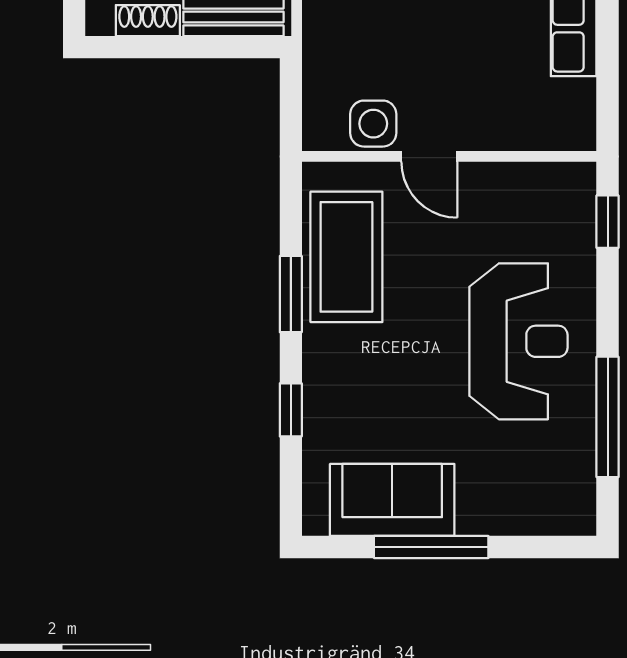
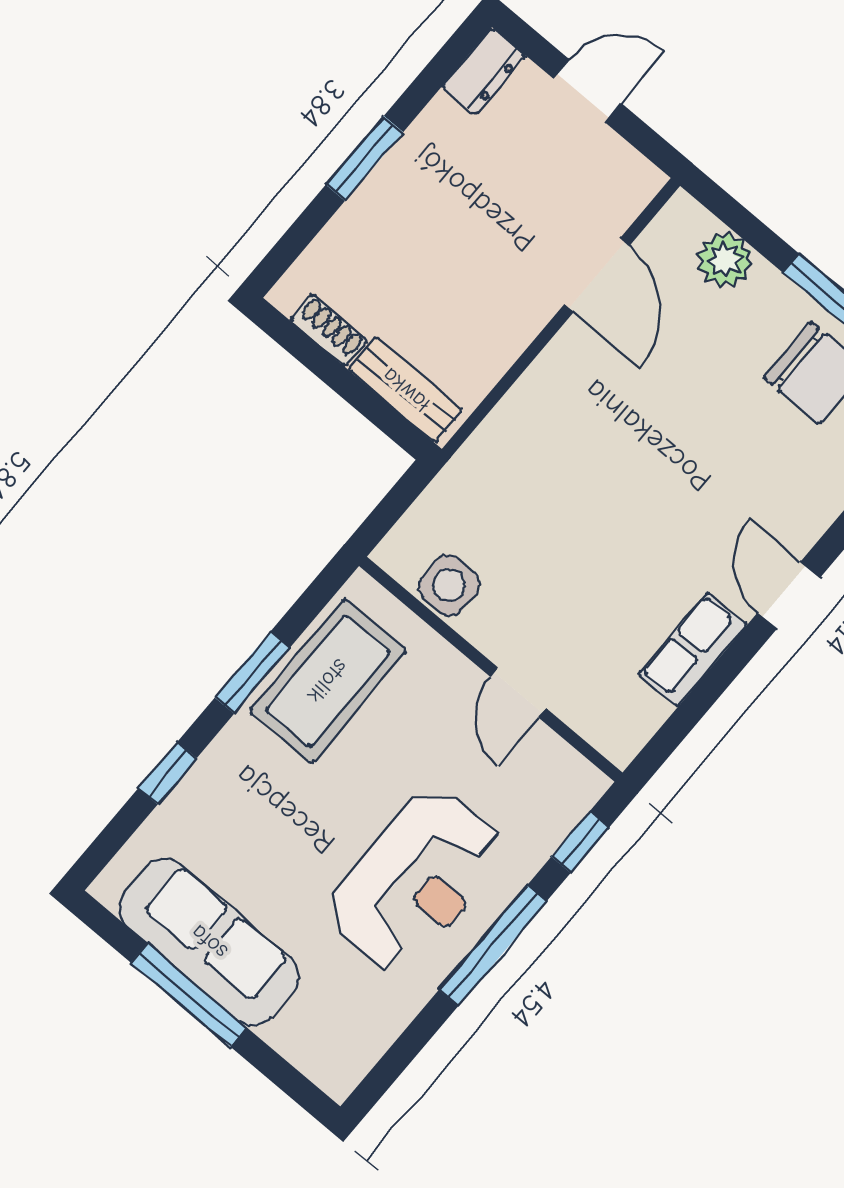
door: (429, 156) -> (518, 692), moved
window: (608, 417) -> (493, 946), moved
sofa: (392, 500) -> (209, 942), width x1.36

